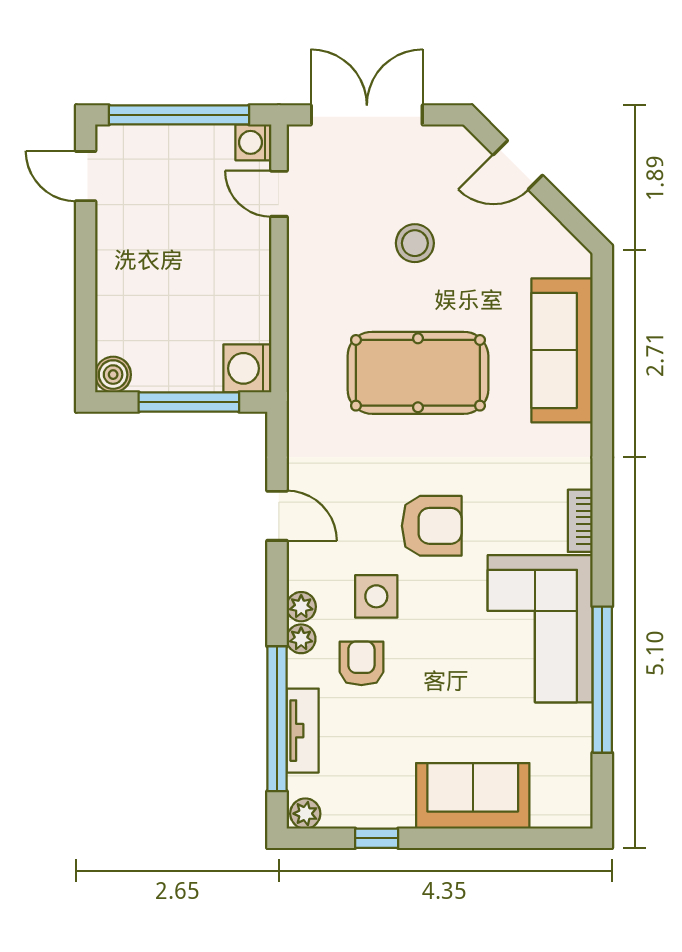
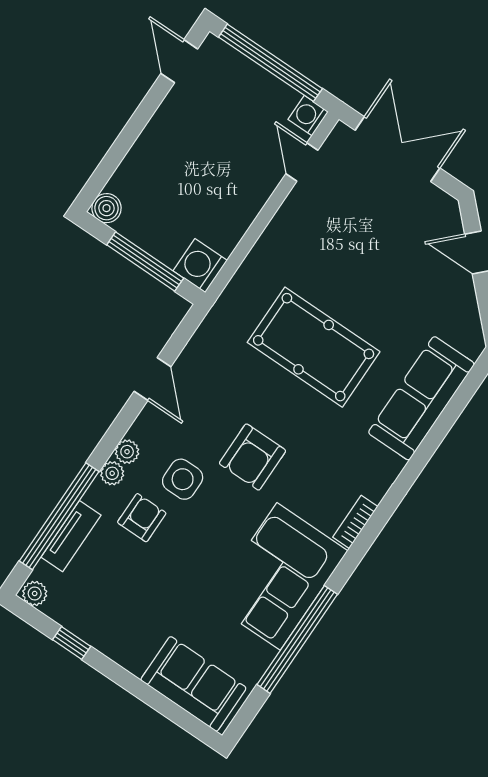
stool: (415, 243) -> (371, 258), removed
armchair: (432, 526) -> (253, 457), turned 90
sofa: (473, 796) -> (193, 684), moved

